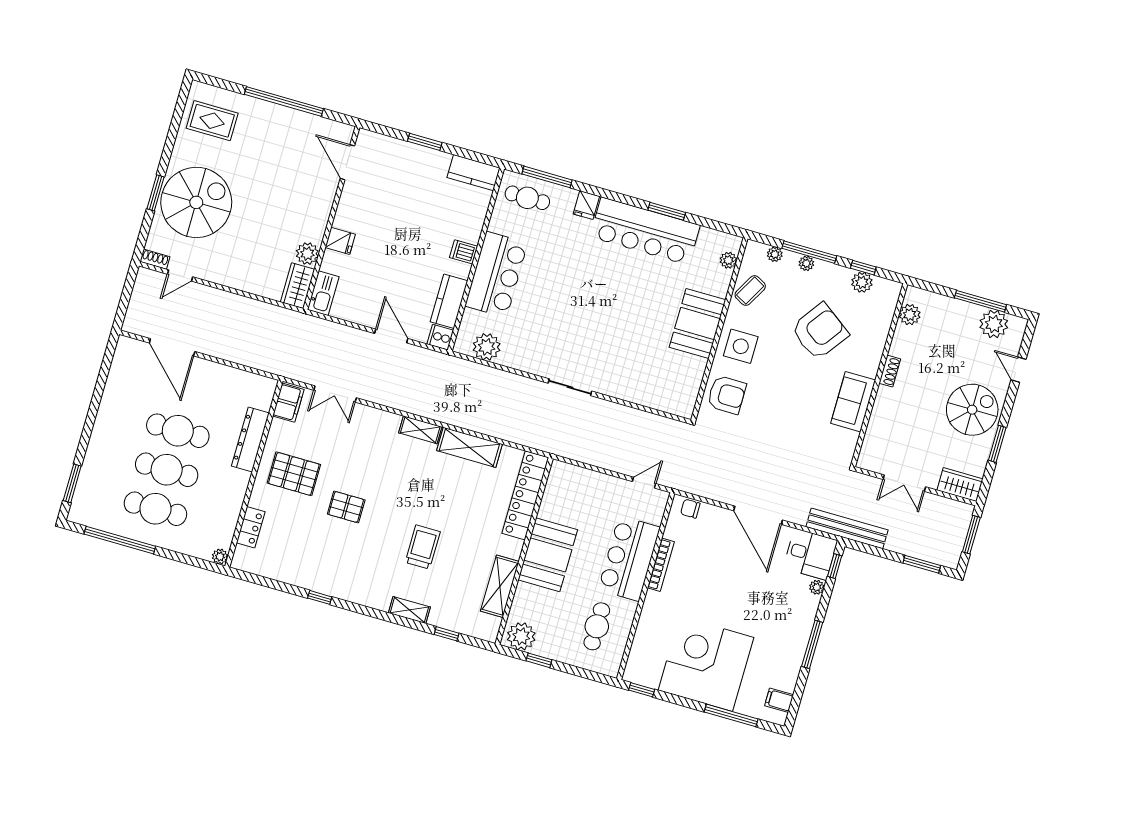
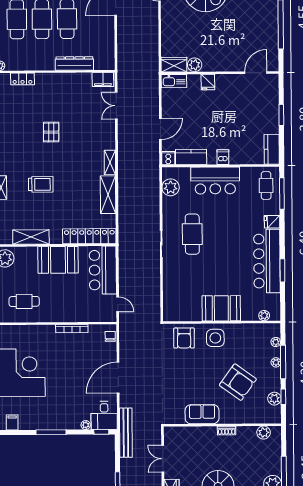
coffee table: (750, 291) -> (250, 334), removed
cafe table: (569, 335) -> (192, 234), added
pallet: (294, 474) -> (62, 95), removed
bar counter: (629, 559) -> (103, 270), moved, turned -90

